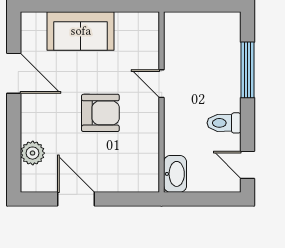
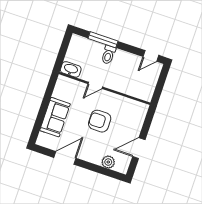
armchair: (100, 113) -> (100, 121), turned -90
toilet: (224, 123) -> (108, 55), moved
washbasin: (175, 174) -> (71, 69), moved

